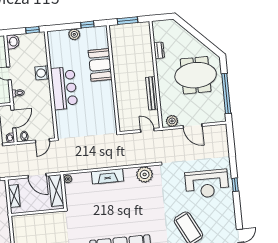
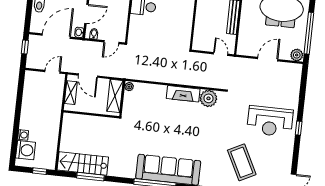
plant: (172, 121) -> (297, 55), moved
door: (193, 126) -> (268, 59), swing flipped
door: (37, 176) -> (88, 76), moved
fireplace: (108, 176) -> (183, 94), moved

